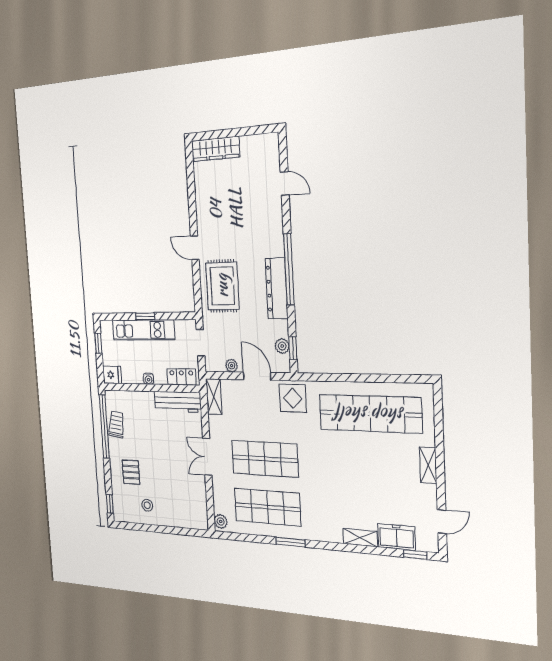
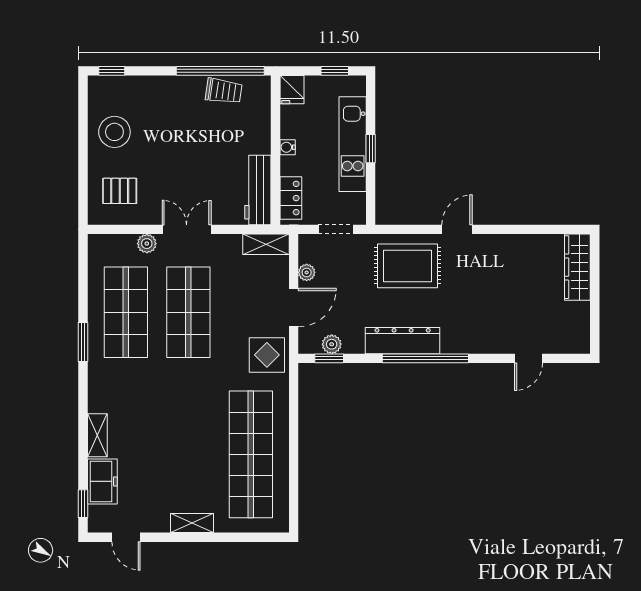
pallet: (131, 472) -> (120, 191), moved
stool: (147, 505) -> (114, 132), width x1.89, depth x1.89
plant: (221, 521) -> (147, 244), moved

